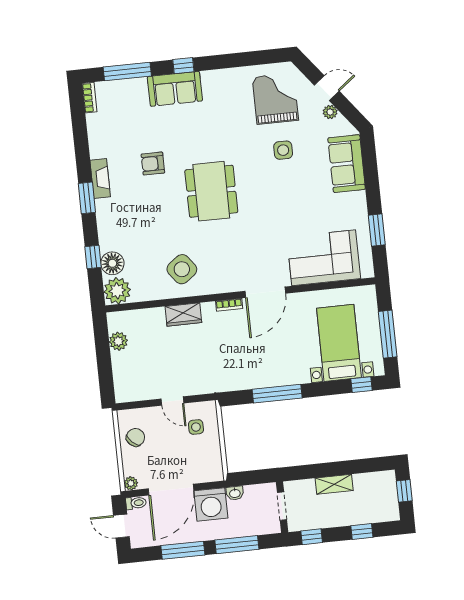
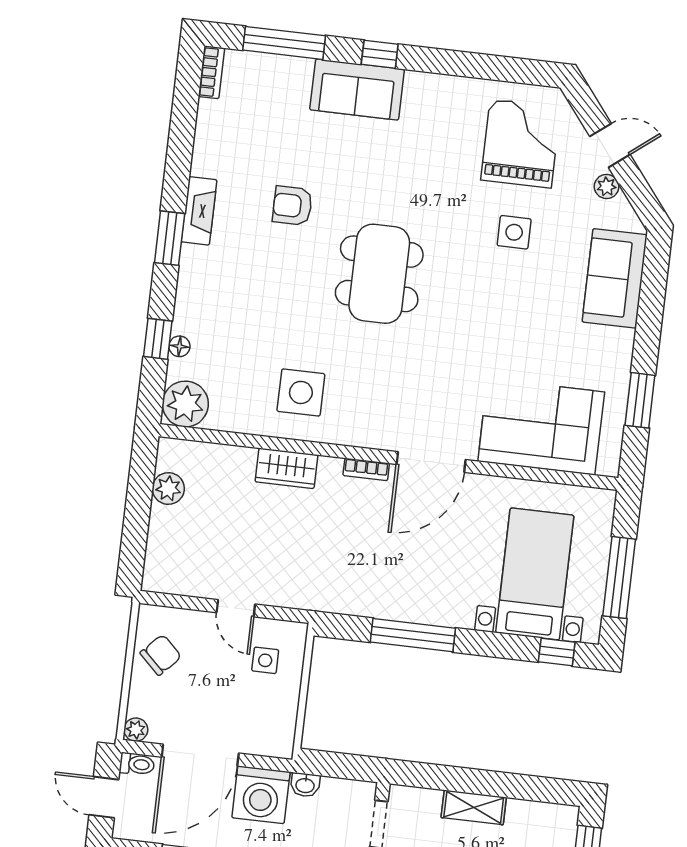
floor lamp: (112, 263) -> (179, 346), width x0.53, depth x0.53
side table: (182, 269) -> (301, 392), turned 37

